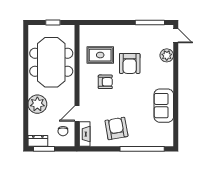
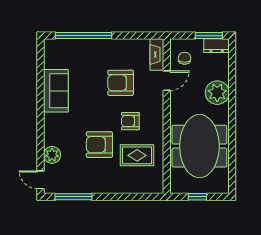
armchair: (130, 63) -> (99, 145), turned -90
armchair: (116, 128) -> (121, 83), moved, turned 100

